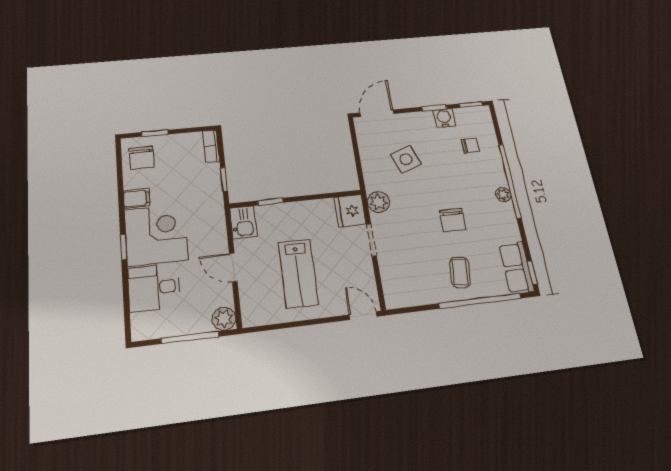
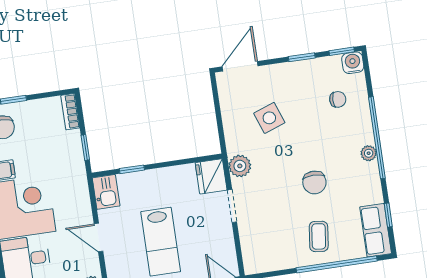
water cooler: (444, 118) -> (353, 63), moved
window: (532, 273) -> (388, 215), moved

